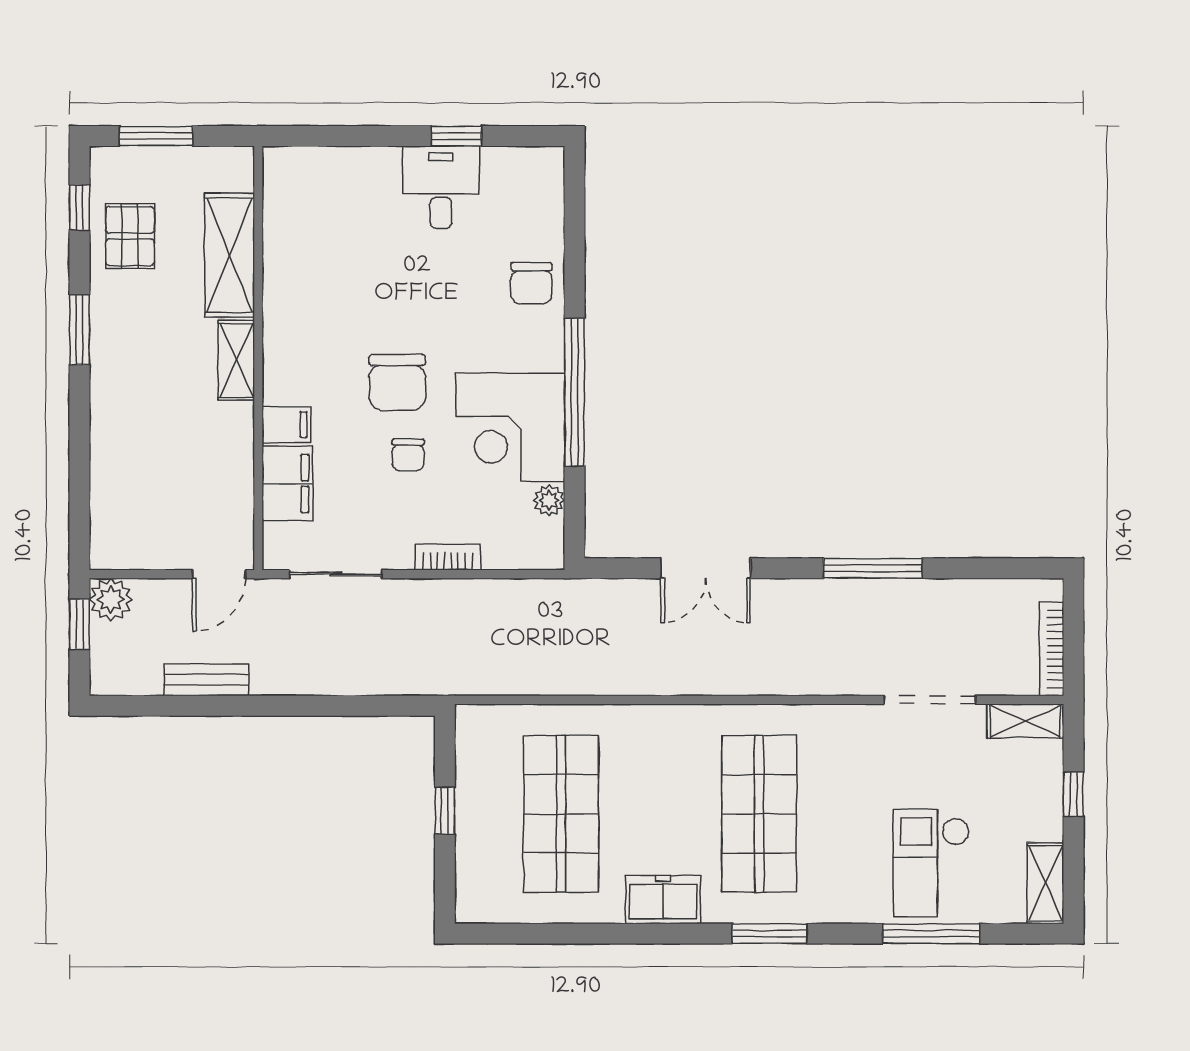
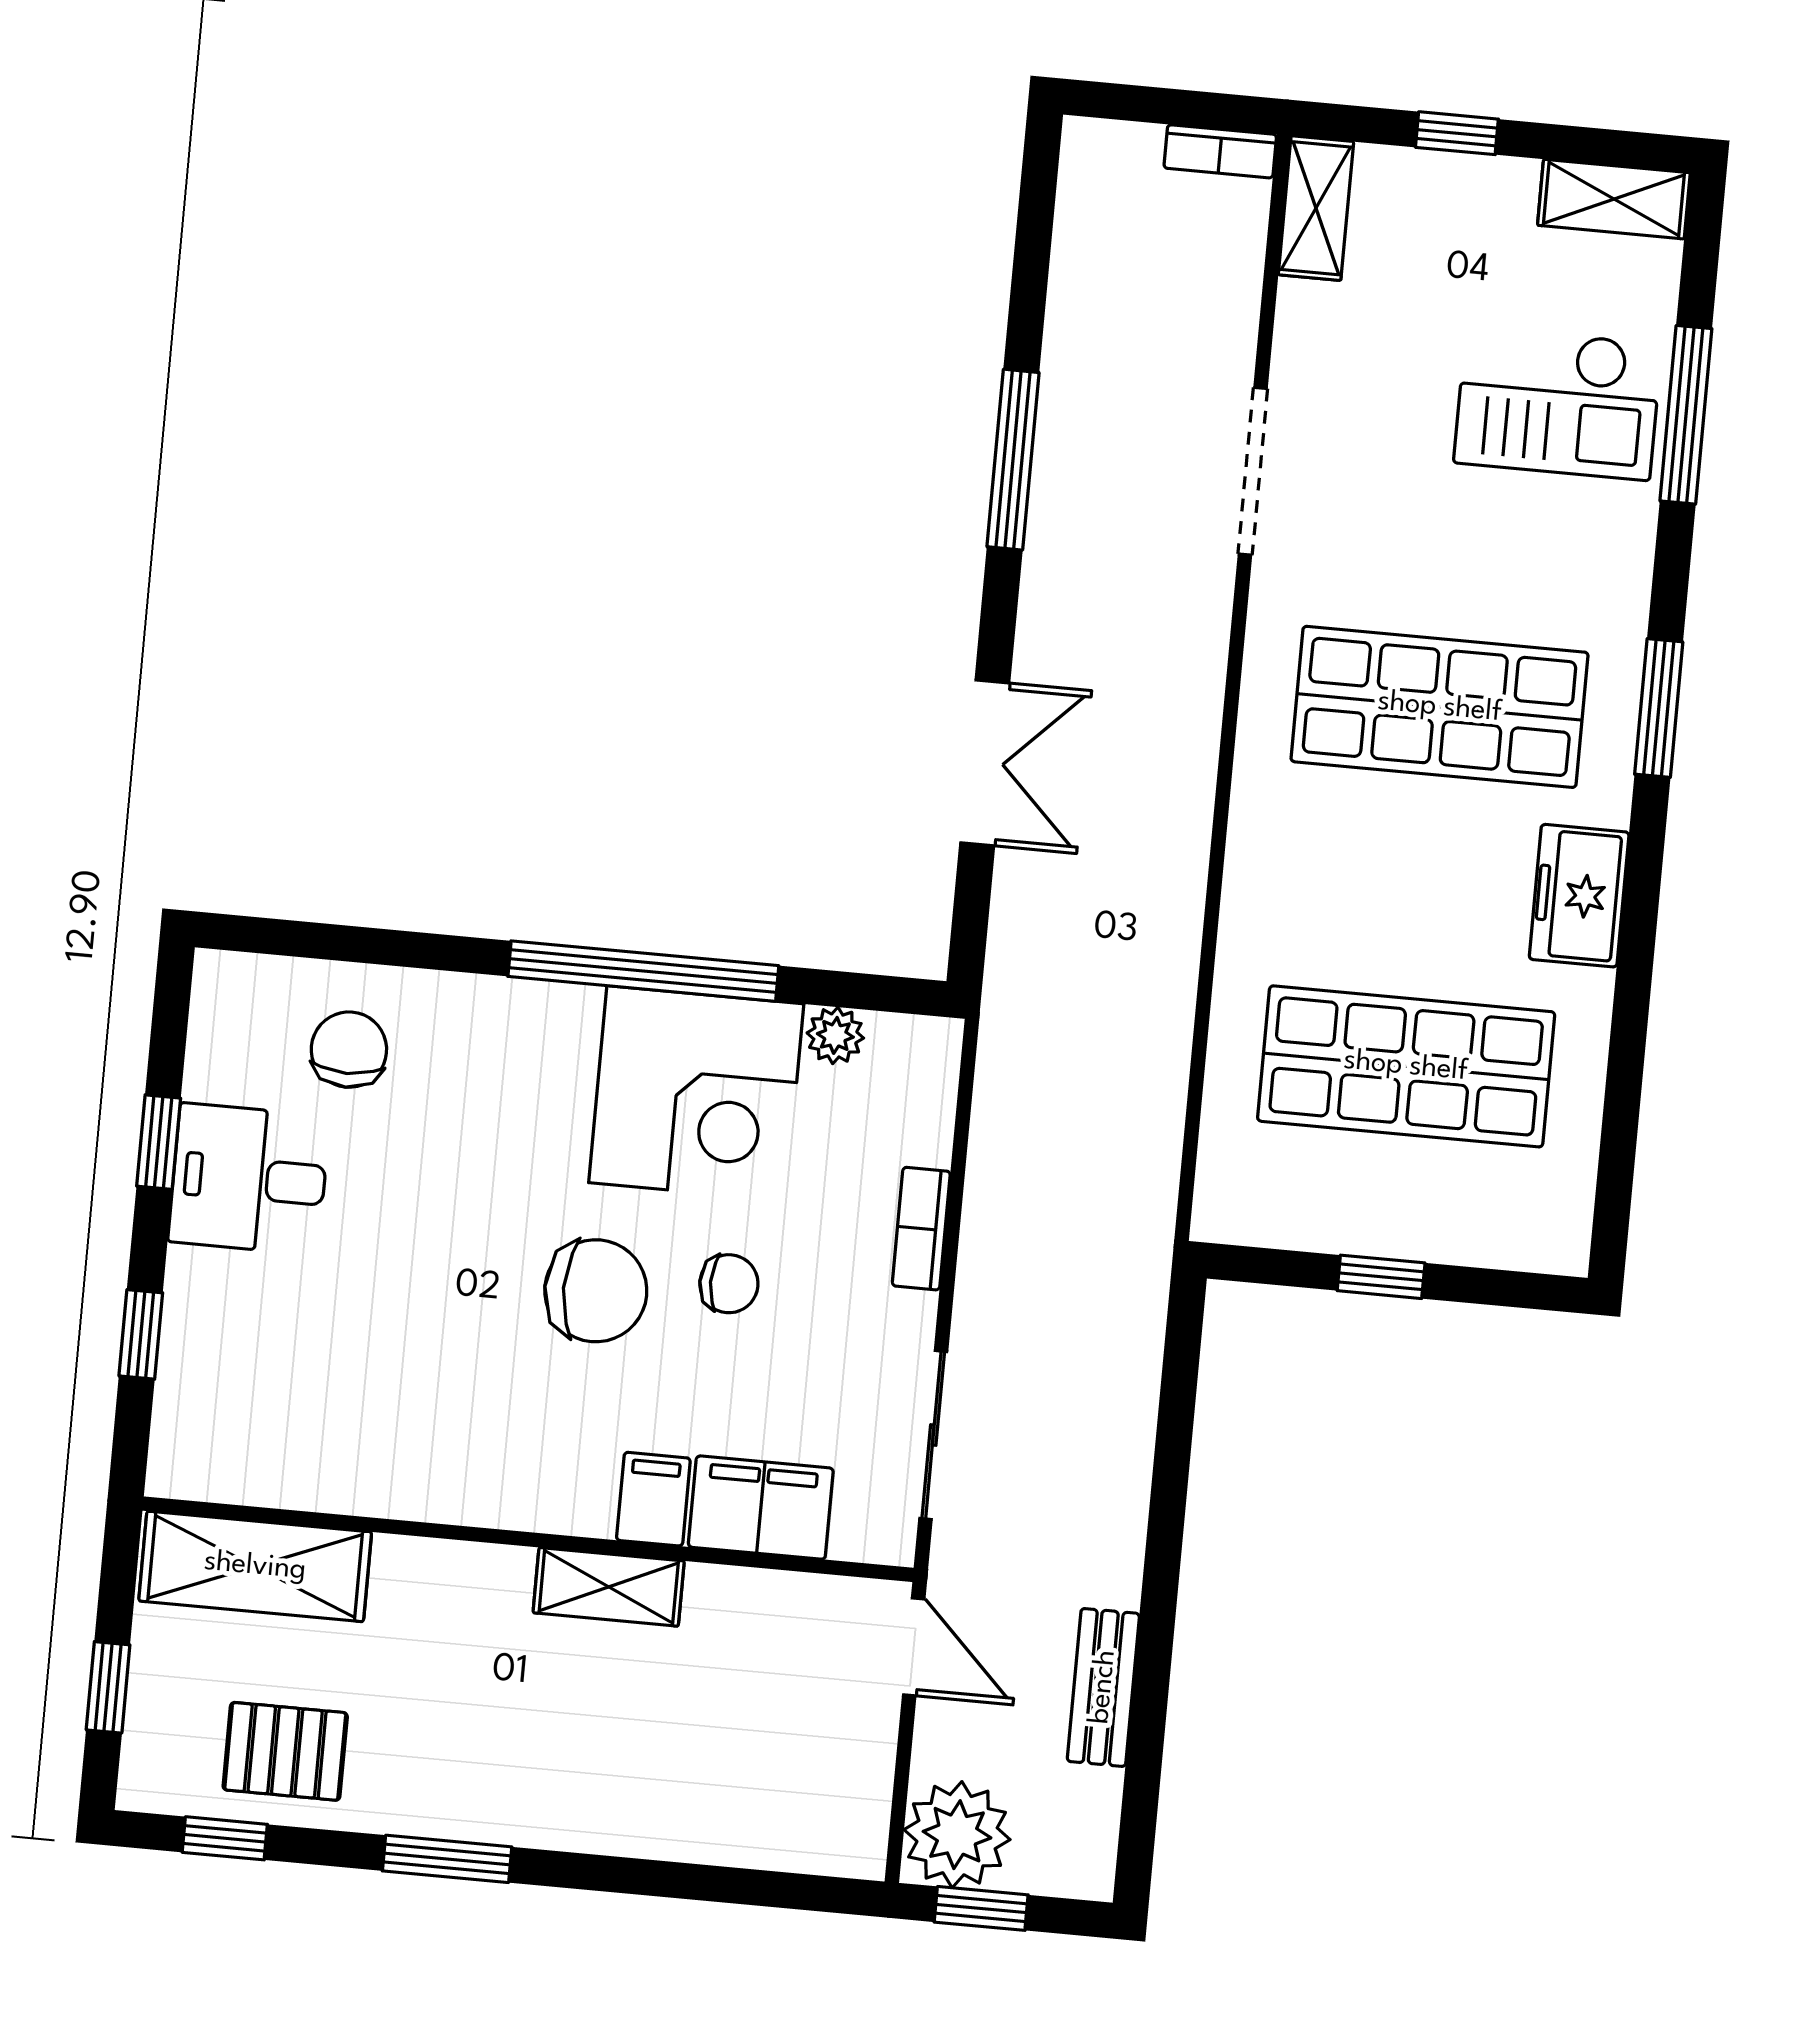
window: (156, 136) -> (108, 1687), width x0.67
window: (351, 136) -> (141, 1334), added
shelving: (230, 255) -> (255, 1566), moved
chair: (531, 283) -> (349, 1050), moved, turned -90
shelving: (236, 360) -> (609, 1587), moved
plant: (111, 600) -> (957, 1835), width x1.36, depth x1.36
bookcase: (1052, 649) -> (1220, 151), width x0.64
doorway: (930, 700) -> (1253, 471), moved

